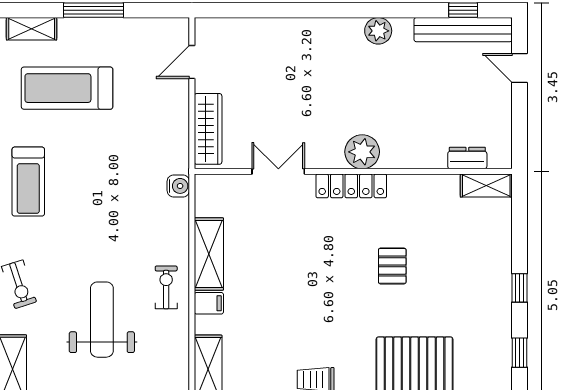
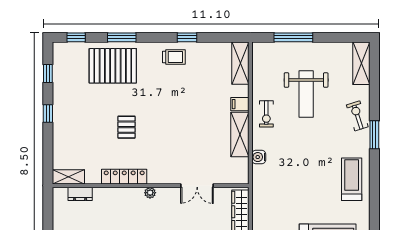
plant: (362, 152) -> (150, 193), width x0.53, depth x0.53
water cooler: (178, 186) -> (259, 157), moved
locker: (351, 186) -> (124, 177), moved

